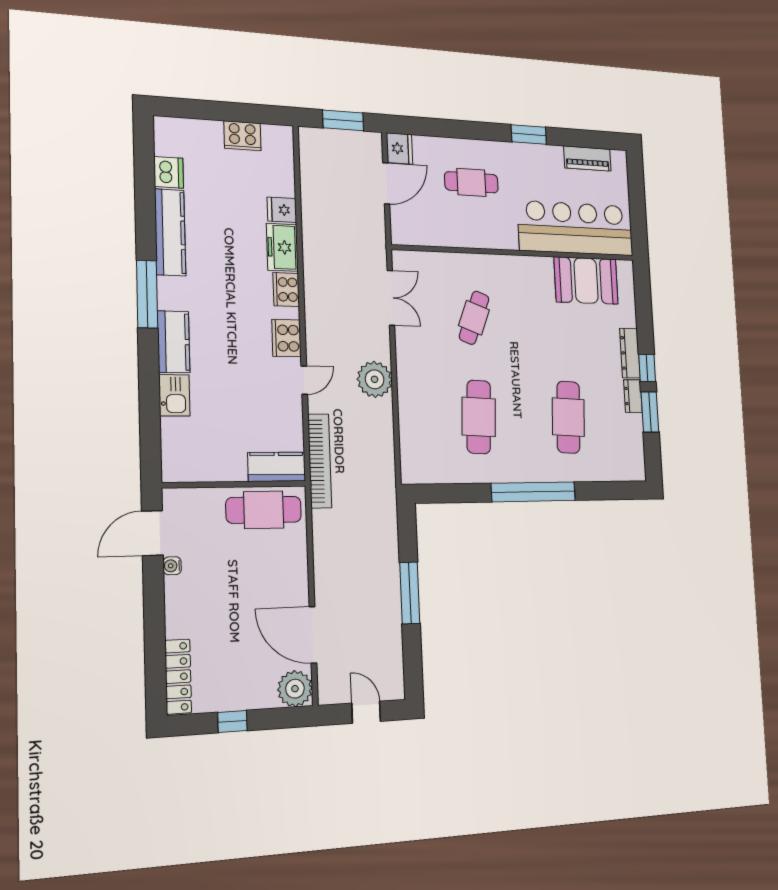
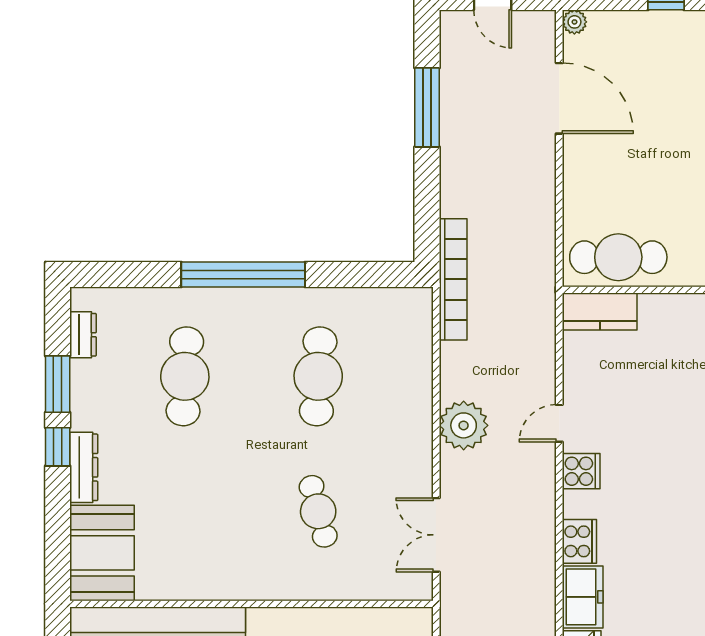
booth: (586, 281) -> (102, 553), moved, turned 90
cafe table: (474, 318) -> (318, 511), turned -36
cooker: (287, 338) -> (581, 471), width x0.73
dresser: (633, 396) -> (83, 335), moved
bookcase: (320, 461) -> (453, 279), moved, turned 180
window: (410, 593) -> (427, 107), moved
plant: (295, 689) -> (574, 22), width x0.53, depth x0.53

